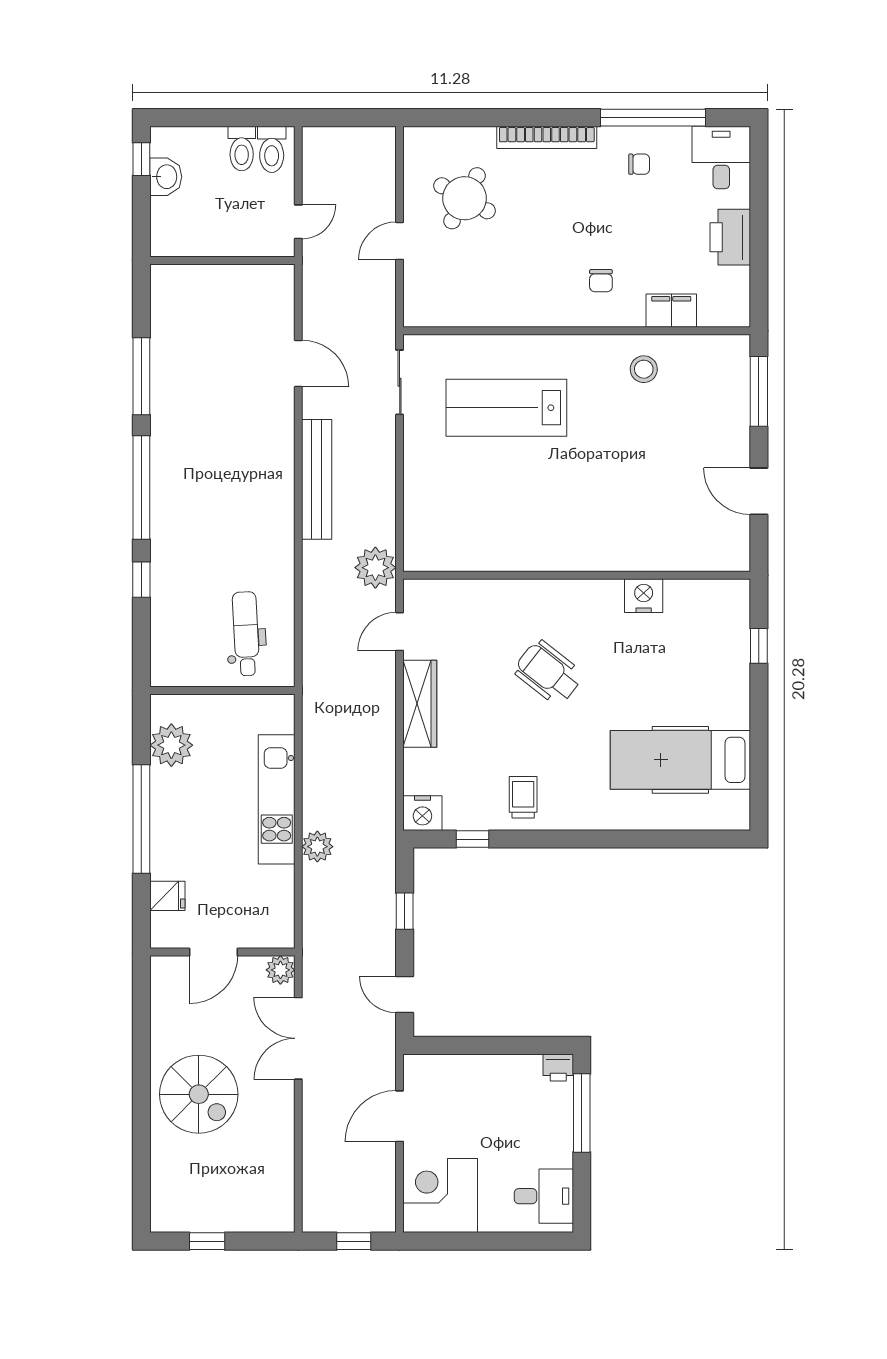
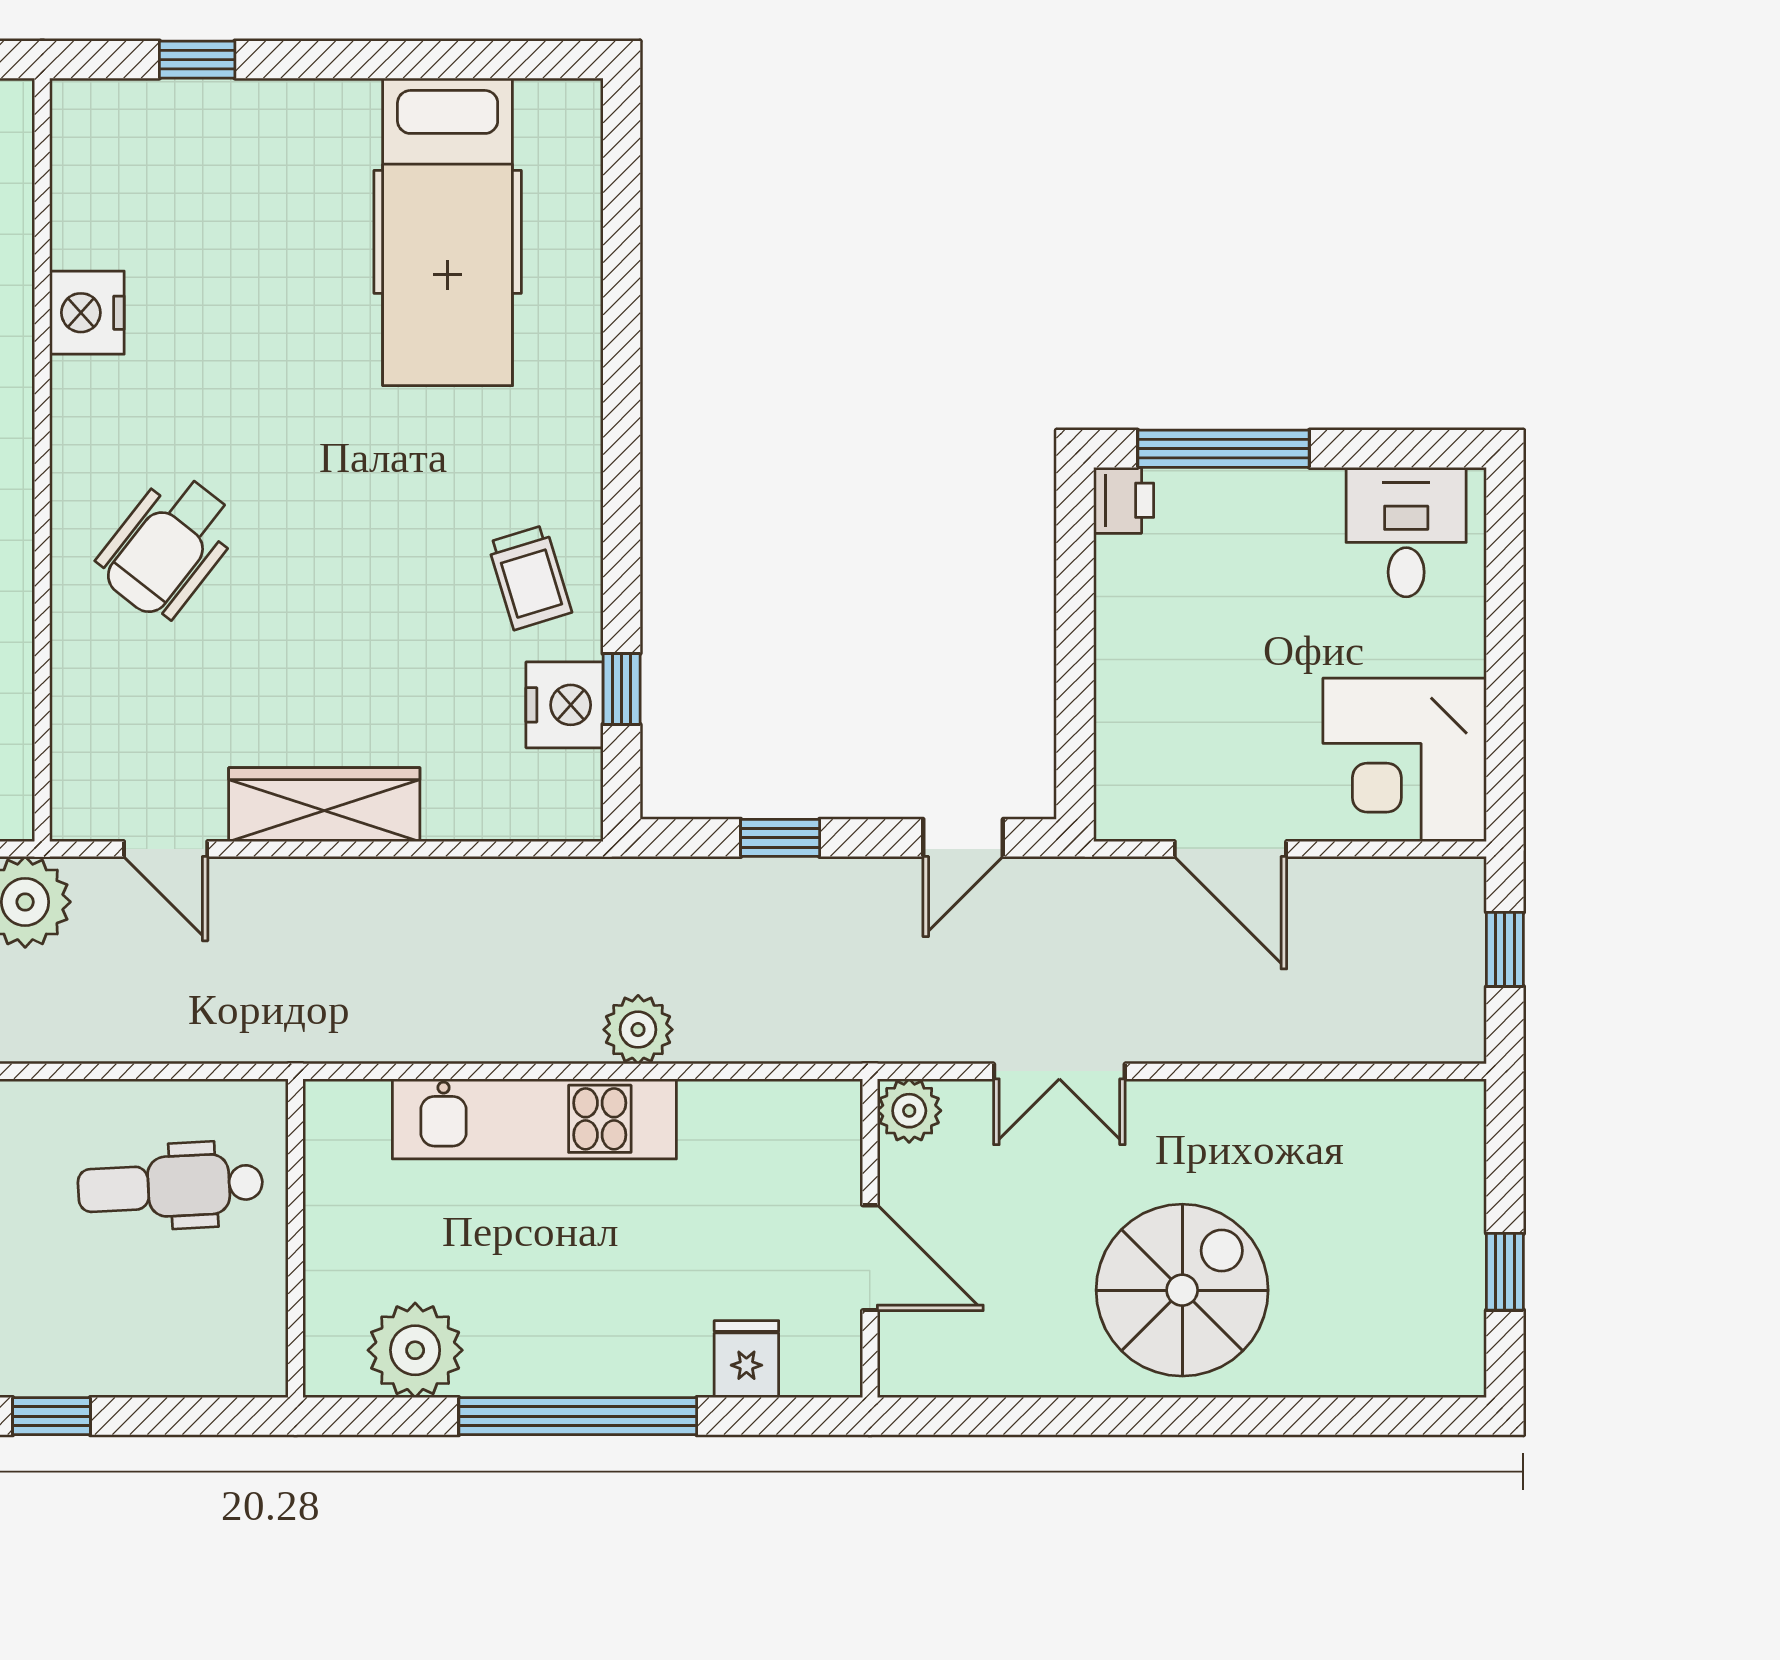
wheelchair: (549, 673) -> (168, 546), moved
trolley: (523, 797) -> (530, 577), turned -107
nightstand: (422, 813) -> (565, 705), moved
double door: (298, 1038) -> (1059, 1071), width x0.73

